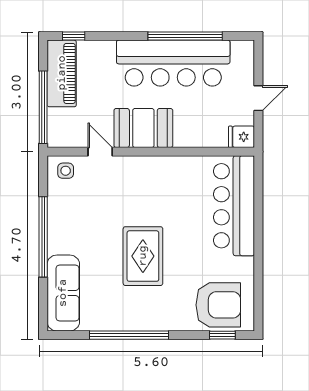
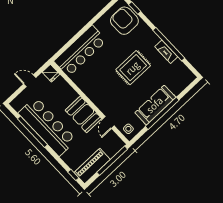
sofa: (63, 293) -> (155, 105), moved
fireplace: (122, 322) -> (166, 52), added

